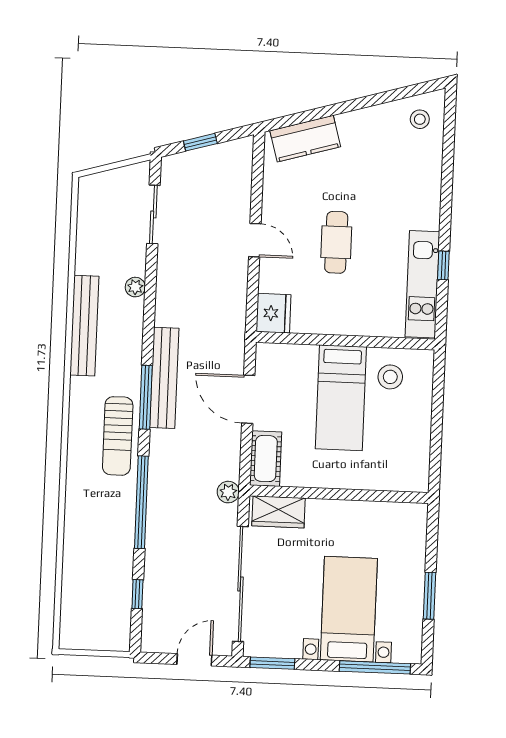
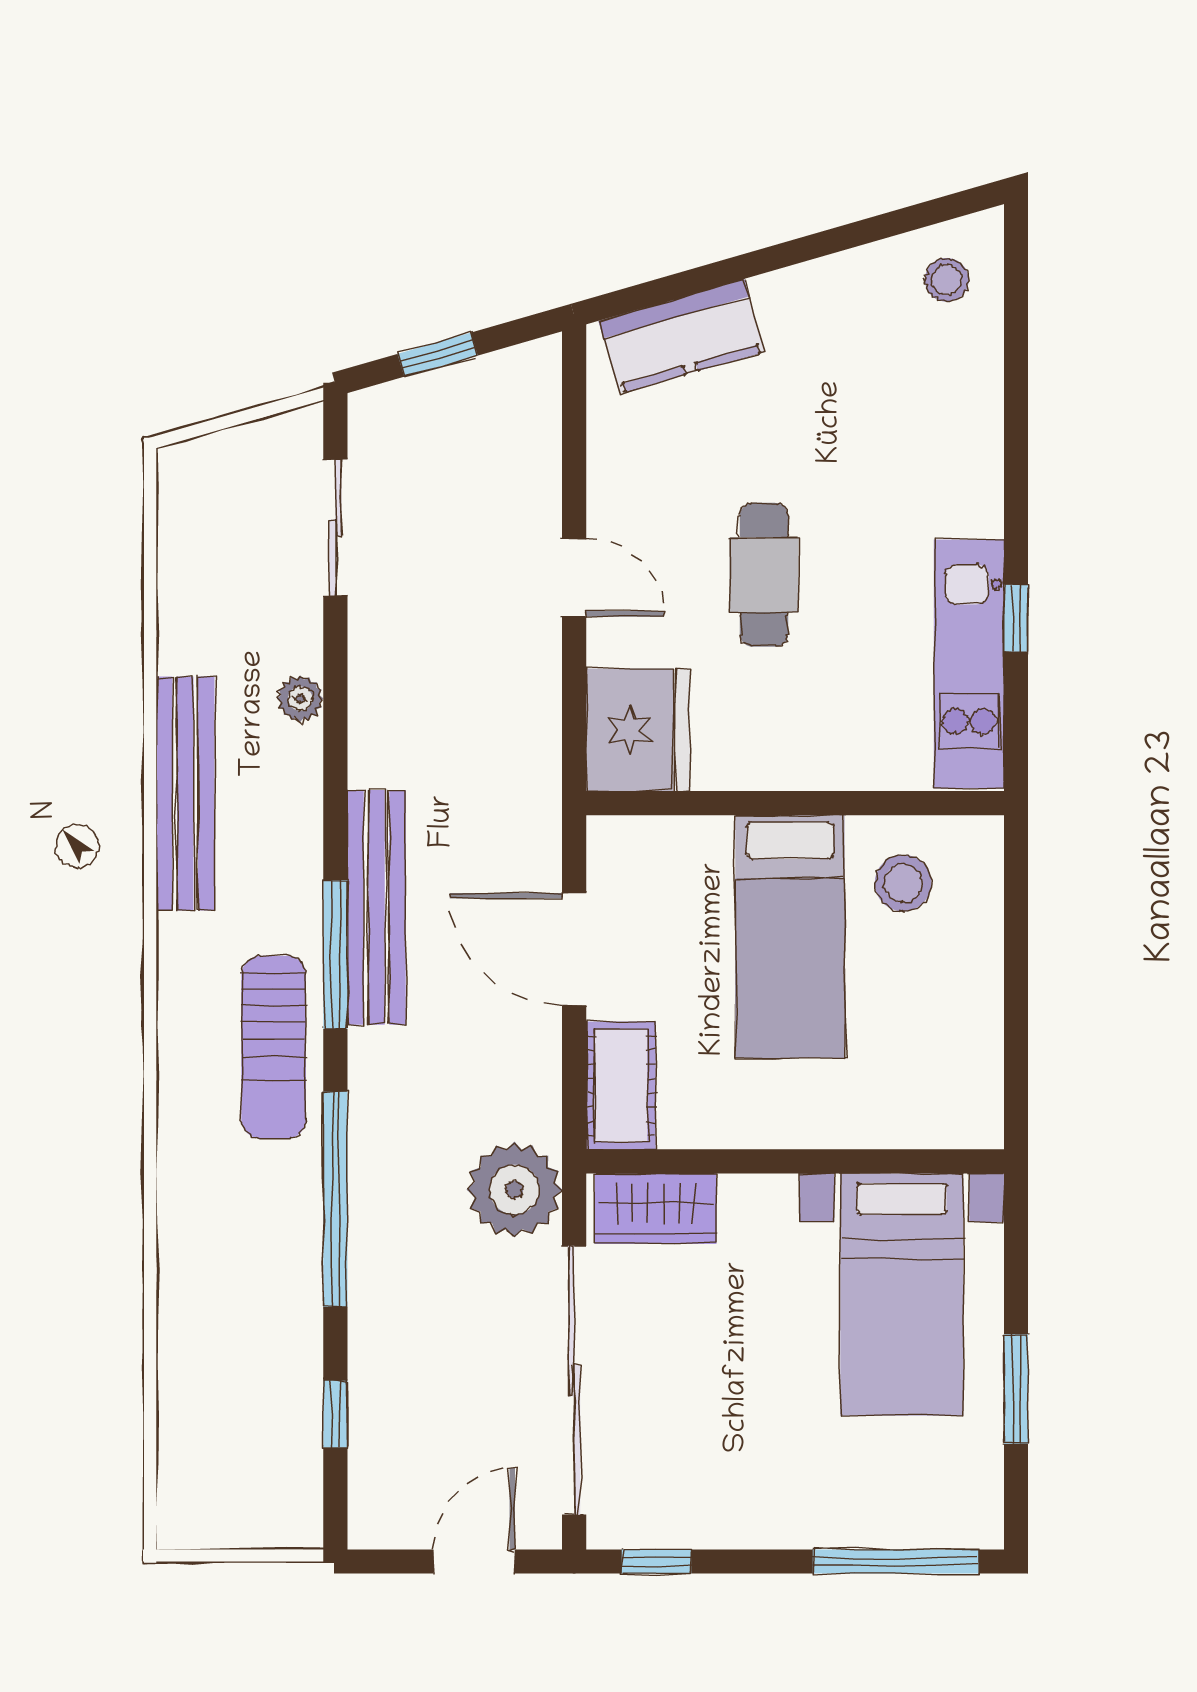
fridge: (274, 313) -> (638, 730), width x1.36, depth x1.34
plant: (228, 492) -> (514, 1190), width x1.88, depth x1.88
bed with nightstands: (349, 609) -> (902, 1294), moved, turned 180
window: (272, 663) -> (657, 1561), width x0.67

